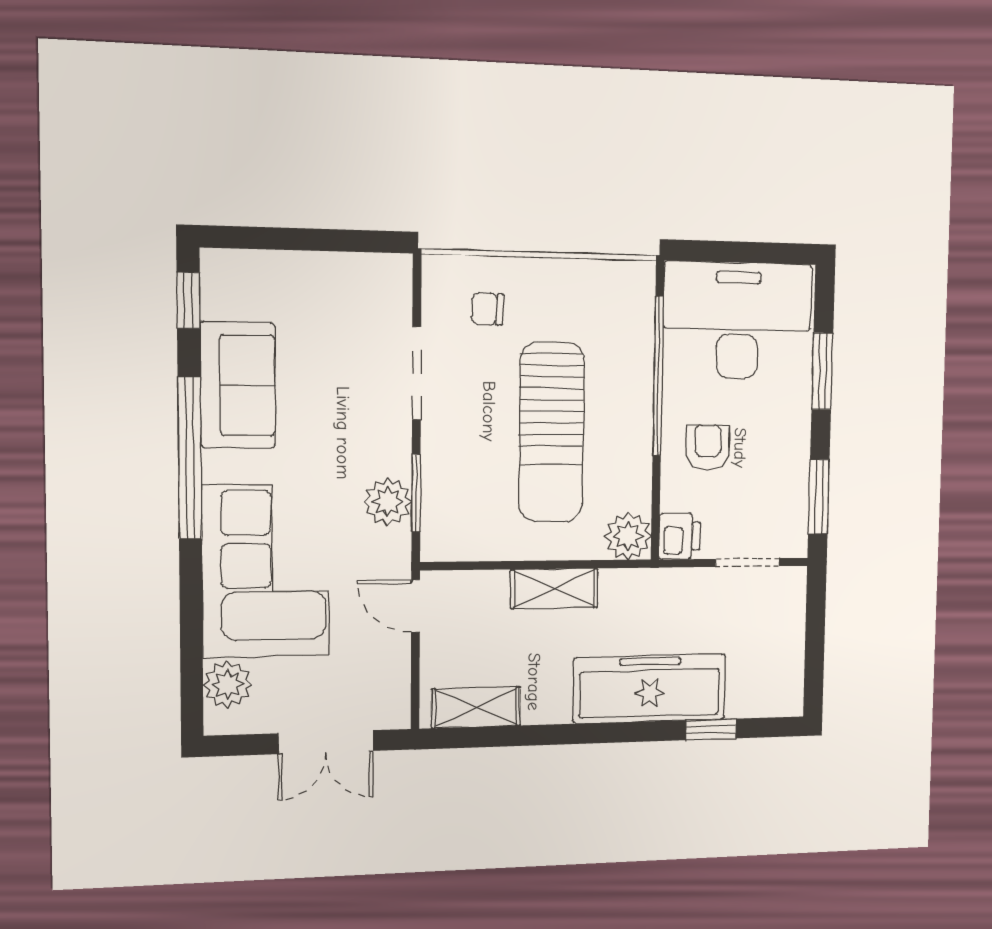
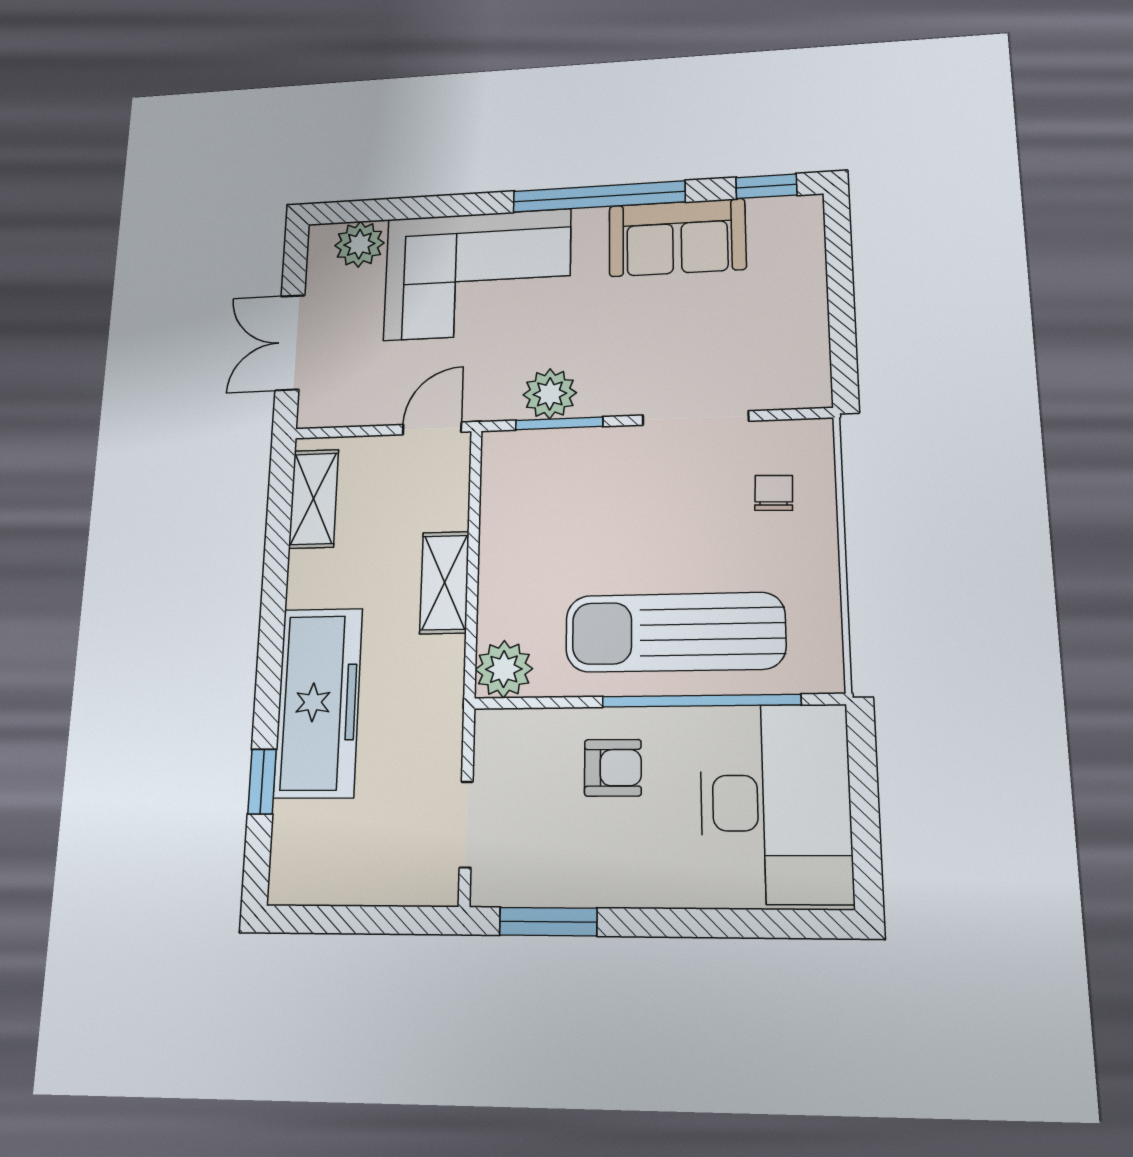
window: (822, 371) -> (714, 923), removed
sun lounger: (551, 432) -> (675, 632), moved
printer: (680, 536) -> (502, 734), removed

